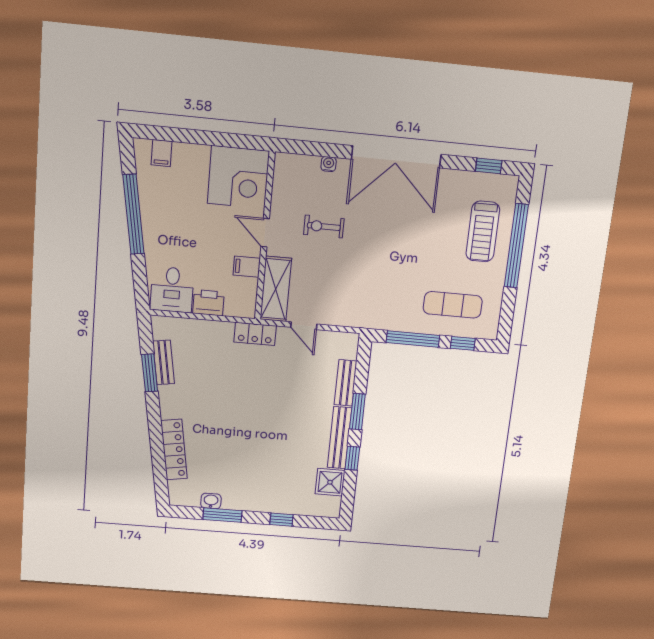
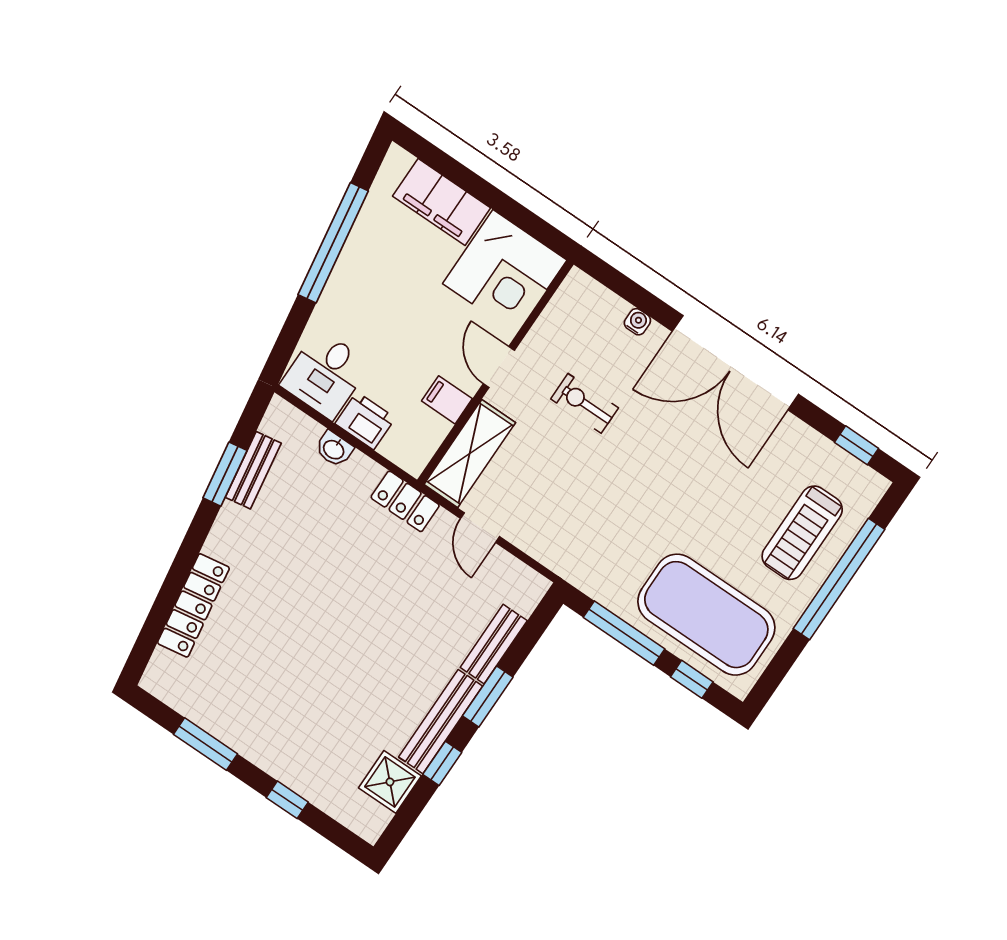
filing cabinet: (162, 153) -> (442, 202), width x3.00, depth x1.17
exercise mat: (453, 305) -> (706, 615), width x2.00, depth x1.45
washbasin: (211, 501) -> (334, 449), moved, turned 180

